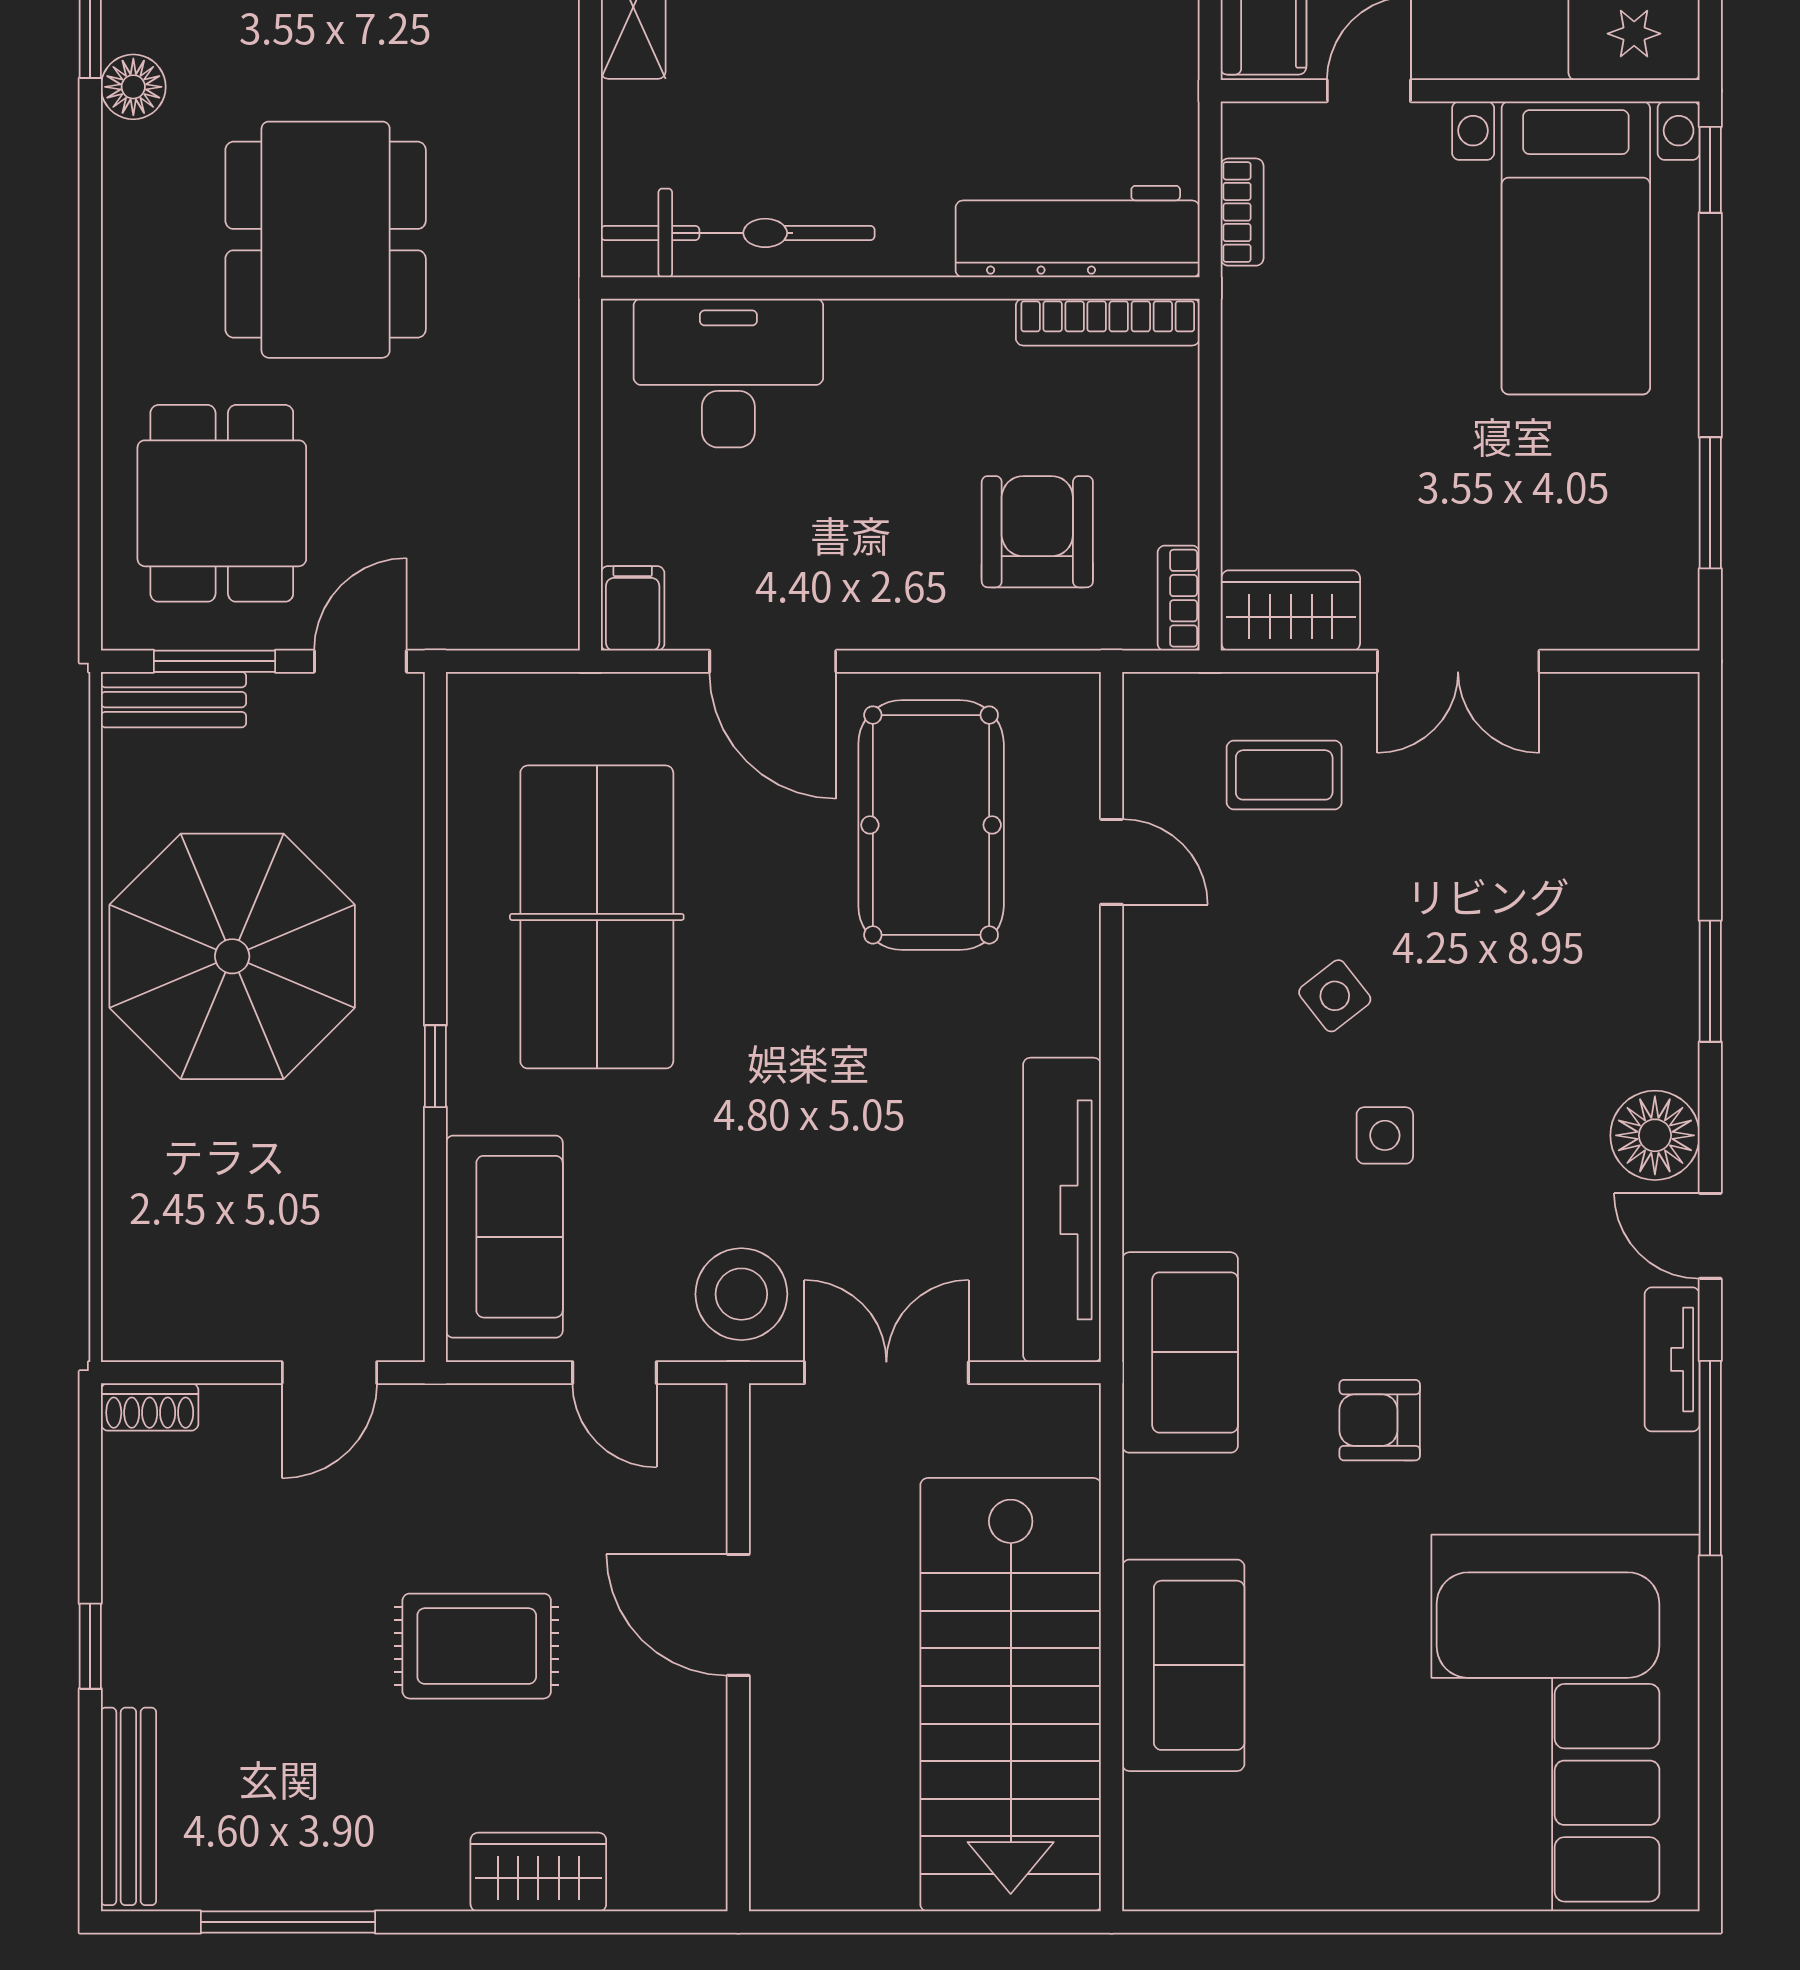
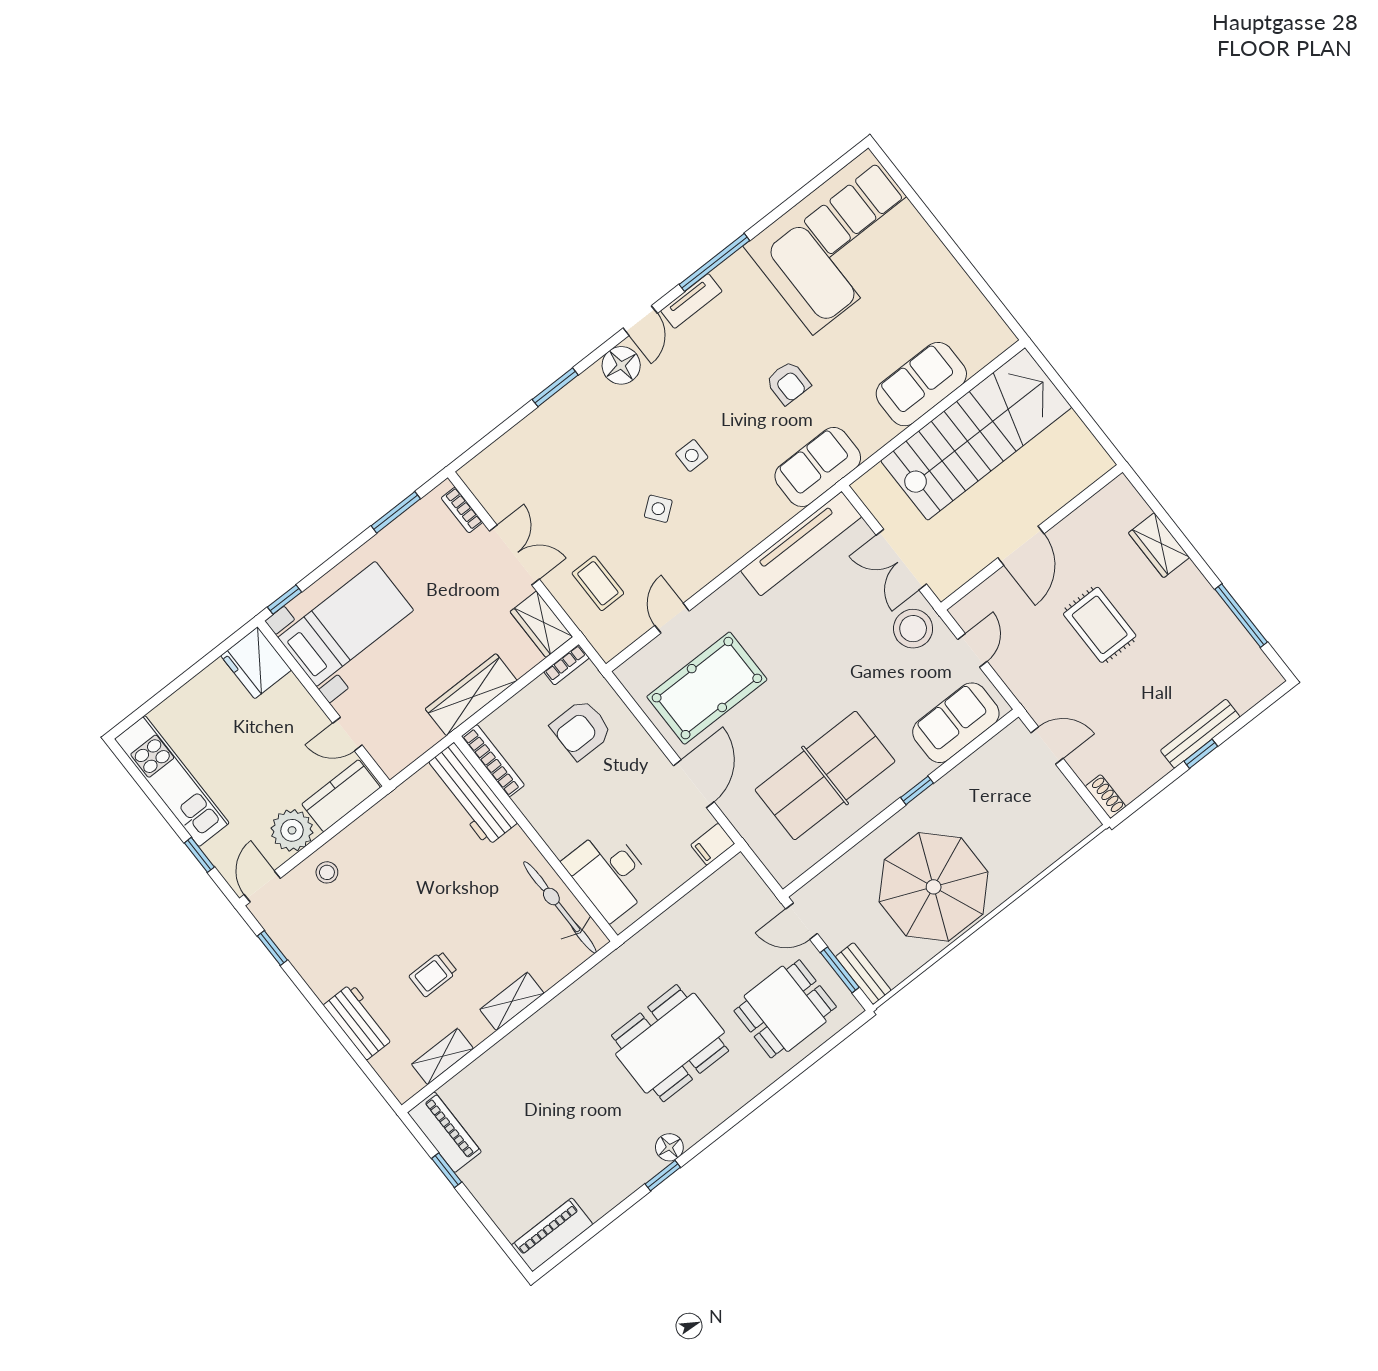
bookcase: (1242, 212) -> (462, 510), moved, turned -90
wardrobe: (1262, 378) -> (471, 695), added
bench: (128, 1806) -> (1200, 734), moved

